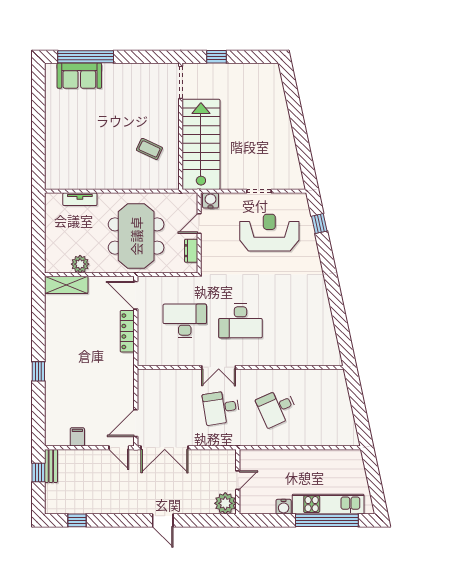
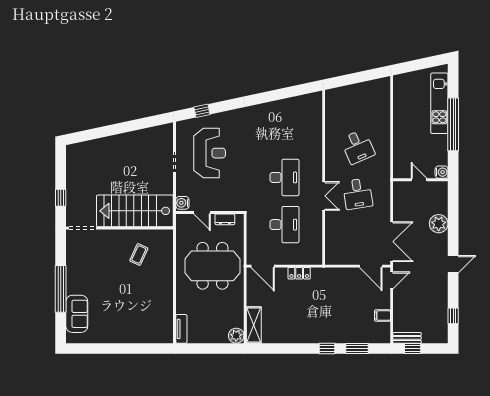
window: (86, 57) -> (61, 289), moved
tv unit: (80, 199) -> (181, 329), moved
reception desk: (269, 233) -> (210, 153), turned 180
plant: (80, 264) -> (236, 336), moved
door: (136, 295) -> (263, 266), hinge flipped
desk: (185, 321) -> (284, 225), turned 180
locker: (127, 331) -> (299, 273), width x0.66
window: (38, 407) -> (357, 349), added
plant: (225, 503) -> (439, 224), moved
water cooler: (284, 507) -> (442, 172), moved
door: (163, 520) -> (453, 264), moved
window: (327, 520) -> (453, 124), moved

